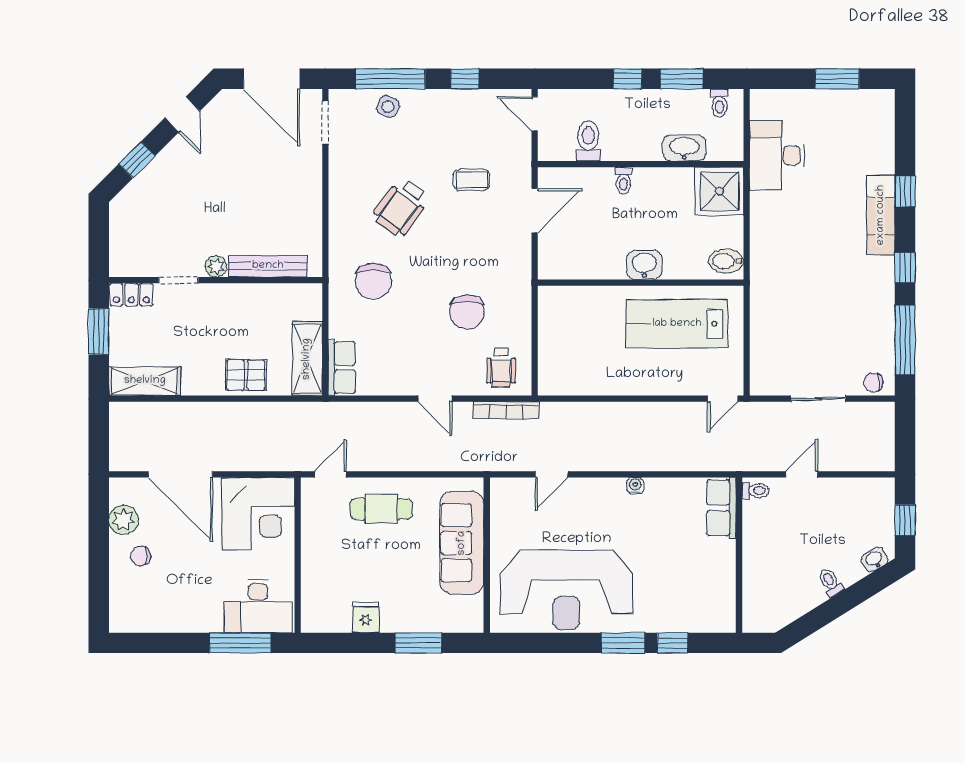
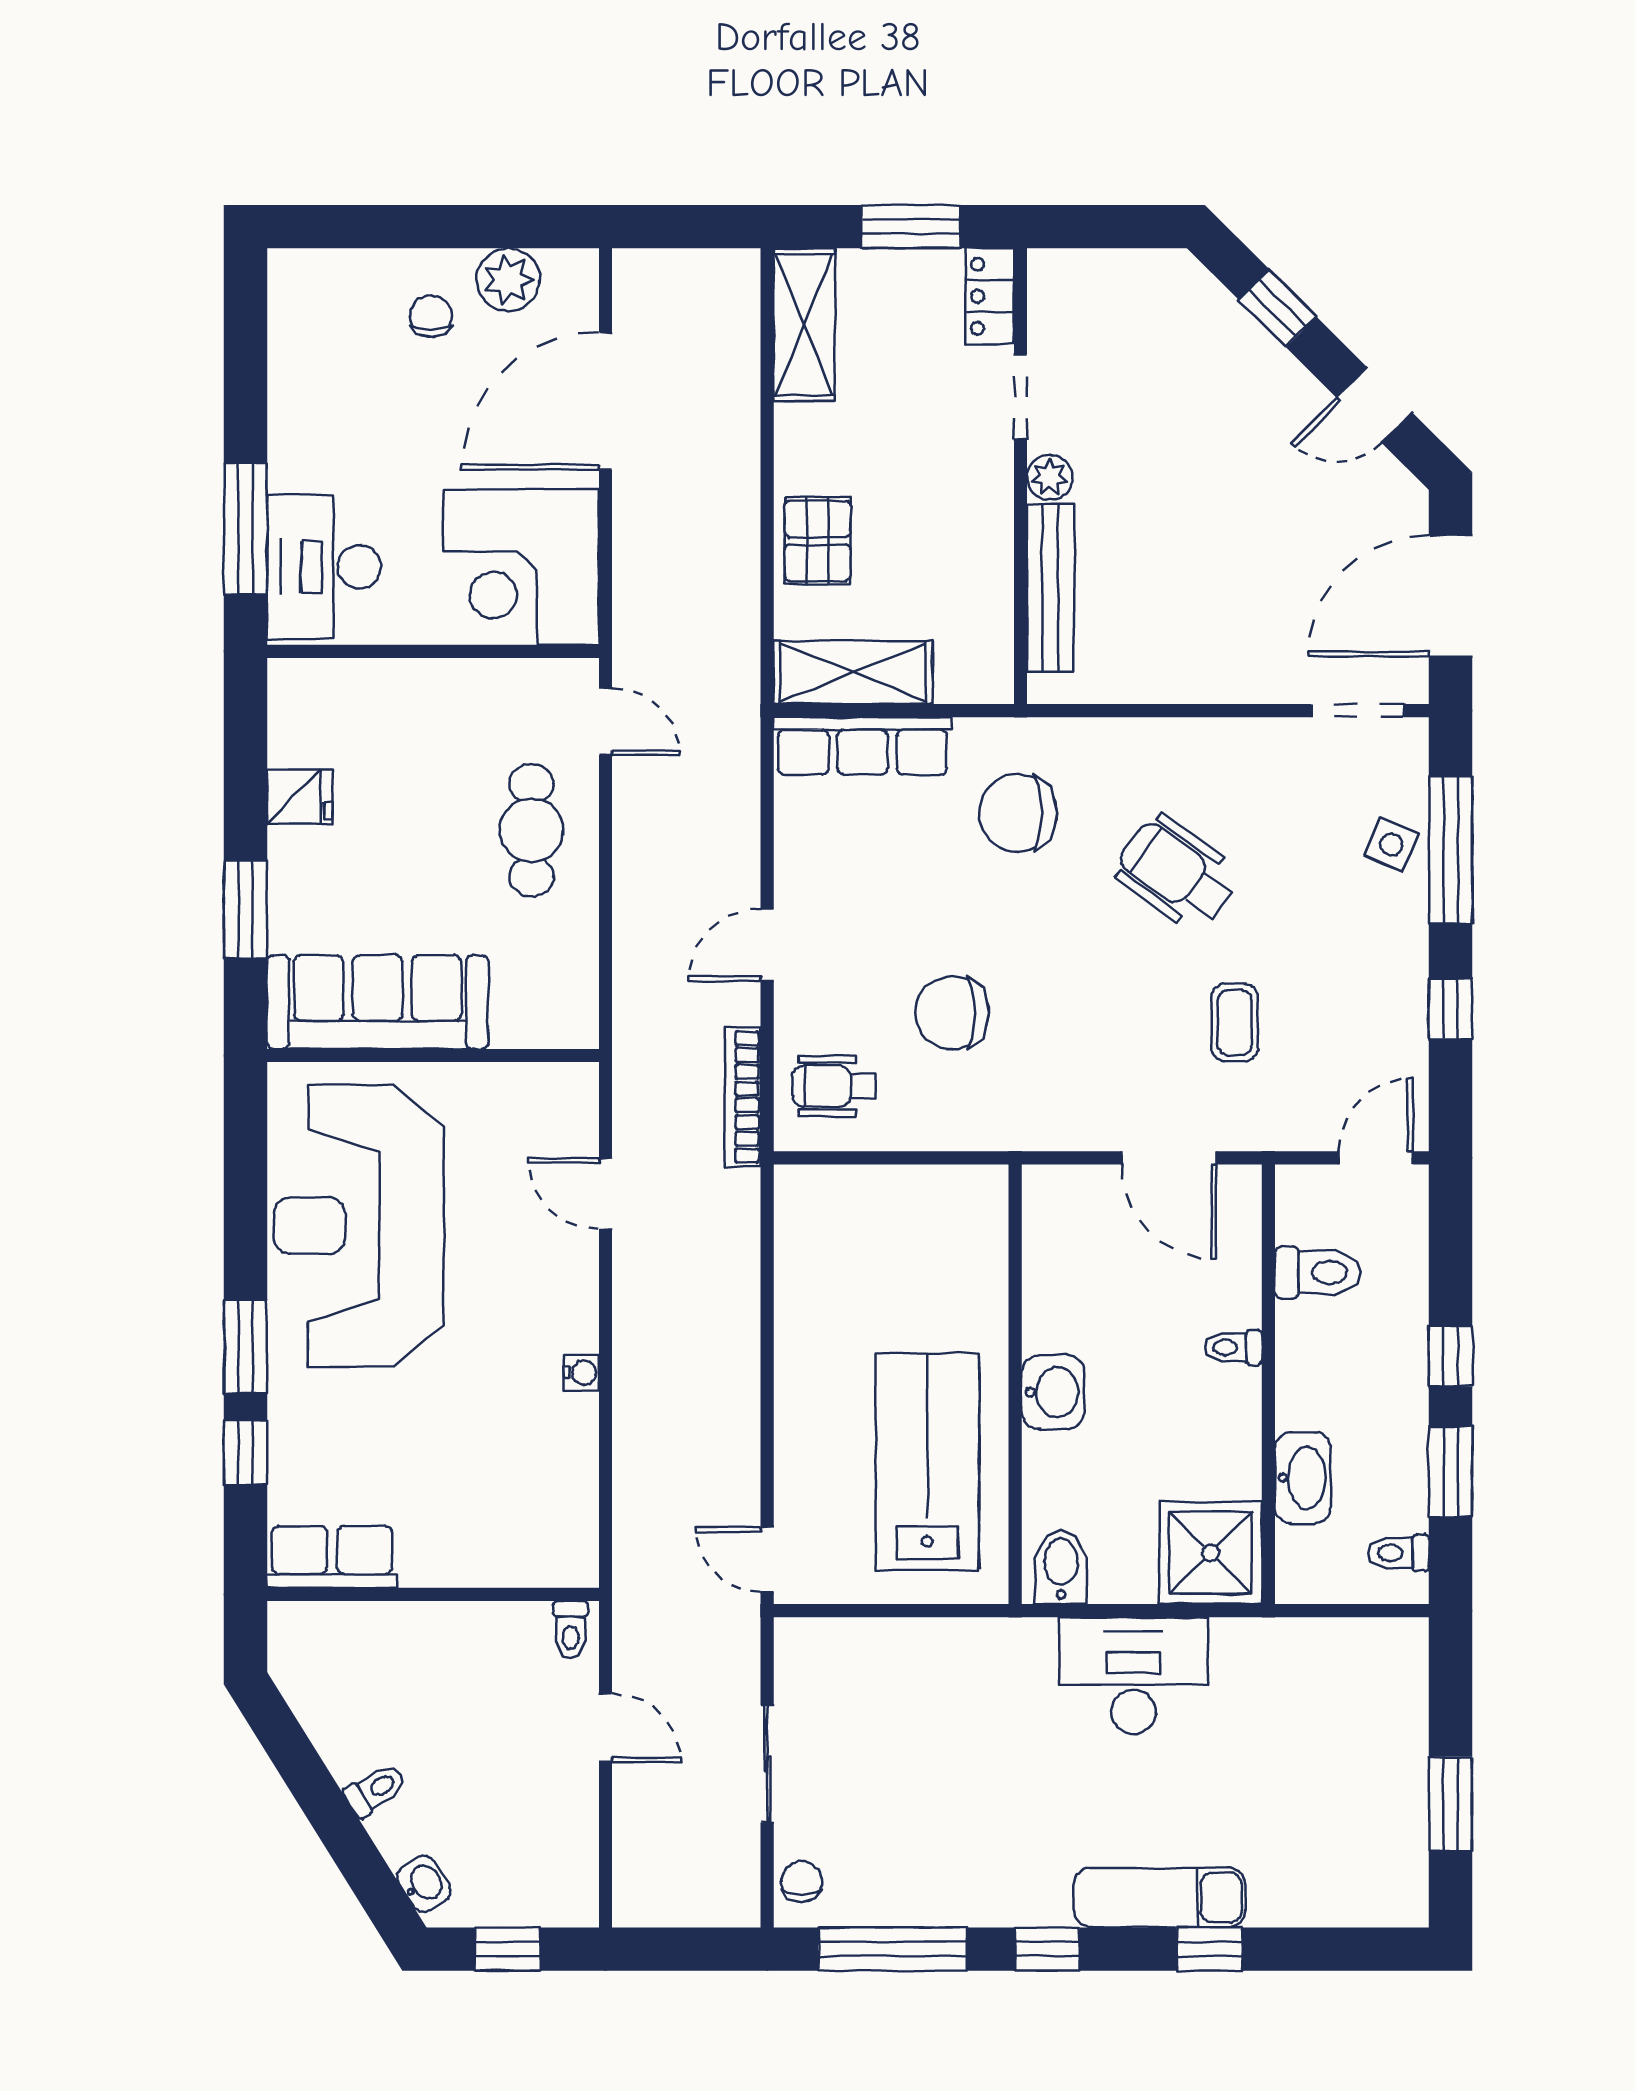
desk: (777, 155) -> (1134, 1676), moved
row of seats: (342, 367) -> (863, 746), width x1.48
row of seats: (721, 508) -> (332, 1557), moved
sofa: (462, 543) -> (378, 1002), moved

